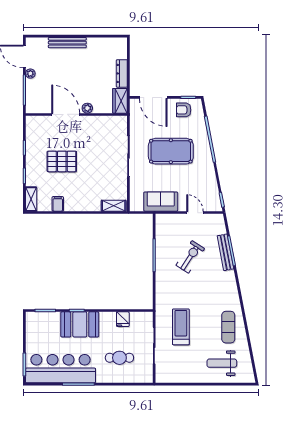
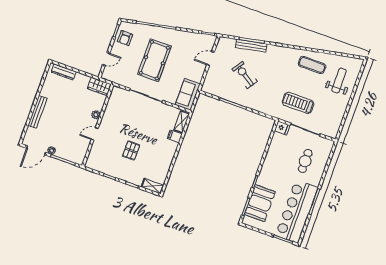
dresser: (122, 73) -> (64, 72), moved
door: (153, 97) -> (106, 59), width x0.53
door: (66, 114) -> (95, 134), width x0.53
pallet: (62, 161) -> (131, 151), width x0.67, depth x0.71
sofa: (161, 202) -> (188, 94), moved
filing cabinet: (58, 204) -> (175, 136), moved
fridge: (123, 319) -> (282, 128), moved
booth: (80, 324) -> (260, 203), moved
weight bench: (222, 363) -> (339, 81), turned 180

